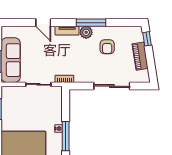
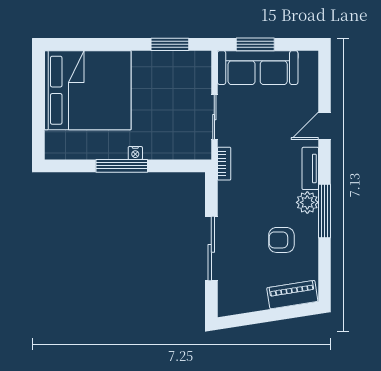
window: (147, 39) -> (296, 311), removed
piano: (140, 56) -> (292, 295), moved

